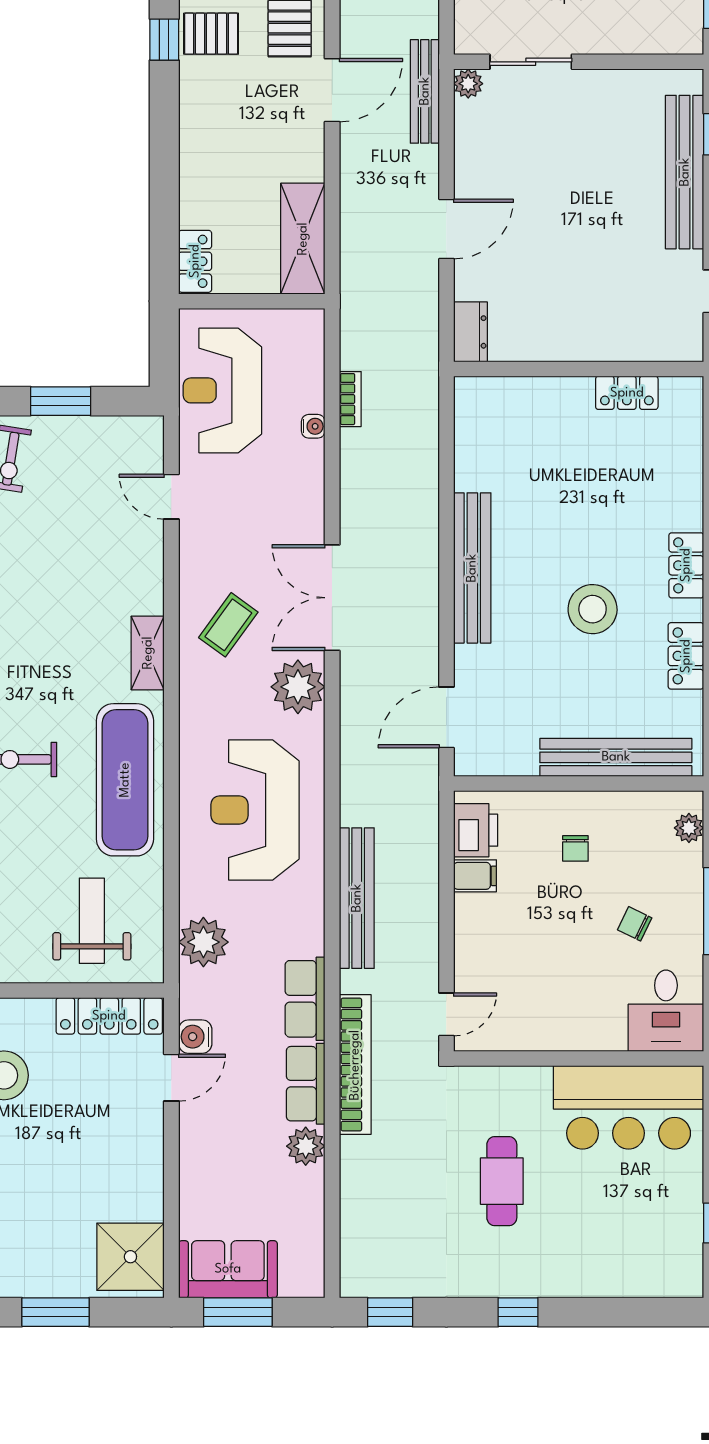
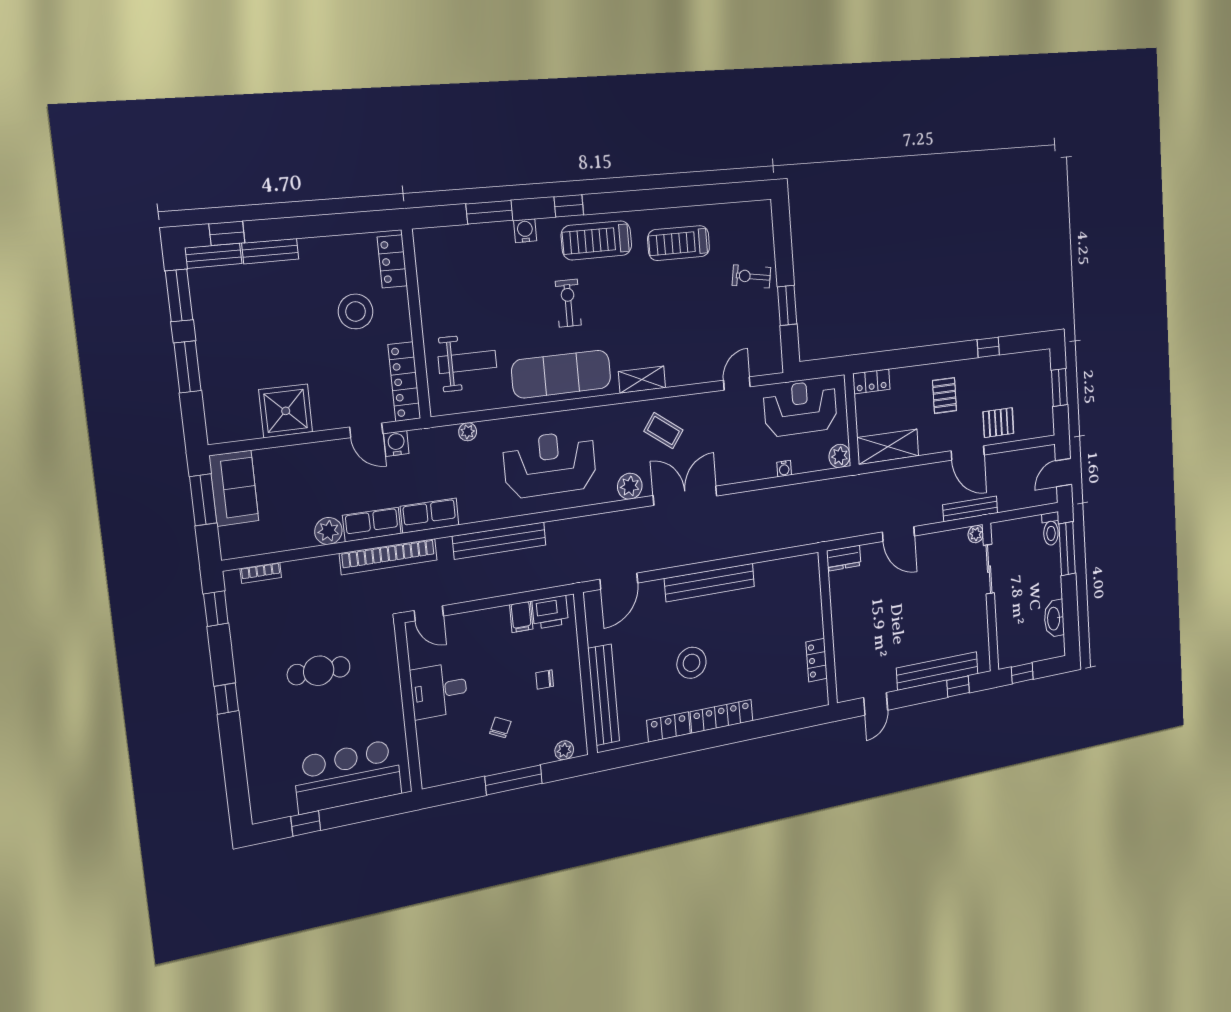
pallet: (211, 34) -> (945, 396), moved
plant: (306, 327) -> (840, 456), added
bookcase: (350, 399) -> (261, 573), moved
locker: (686, 565) -> (722, 716), width x1.53
plant: (298, 687) -> (630, 486), width x0.73, depth x0.73
door: (446, 717) -> (619, 581), swing flipped
plant: (203, 942) -> (468, 432), width x0.53, depth x0.53
desk: (666, 1011) -> (439, 690), moved
bar counter: (629, 1107) -> (348, 776), moved, turned 90
shower: (130, 1257) -> (286, 411), moved

